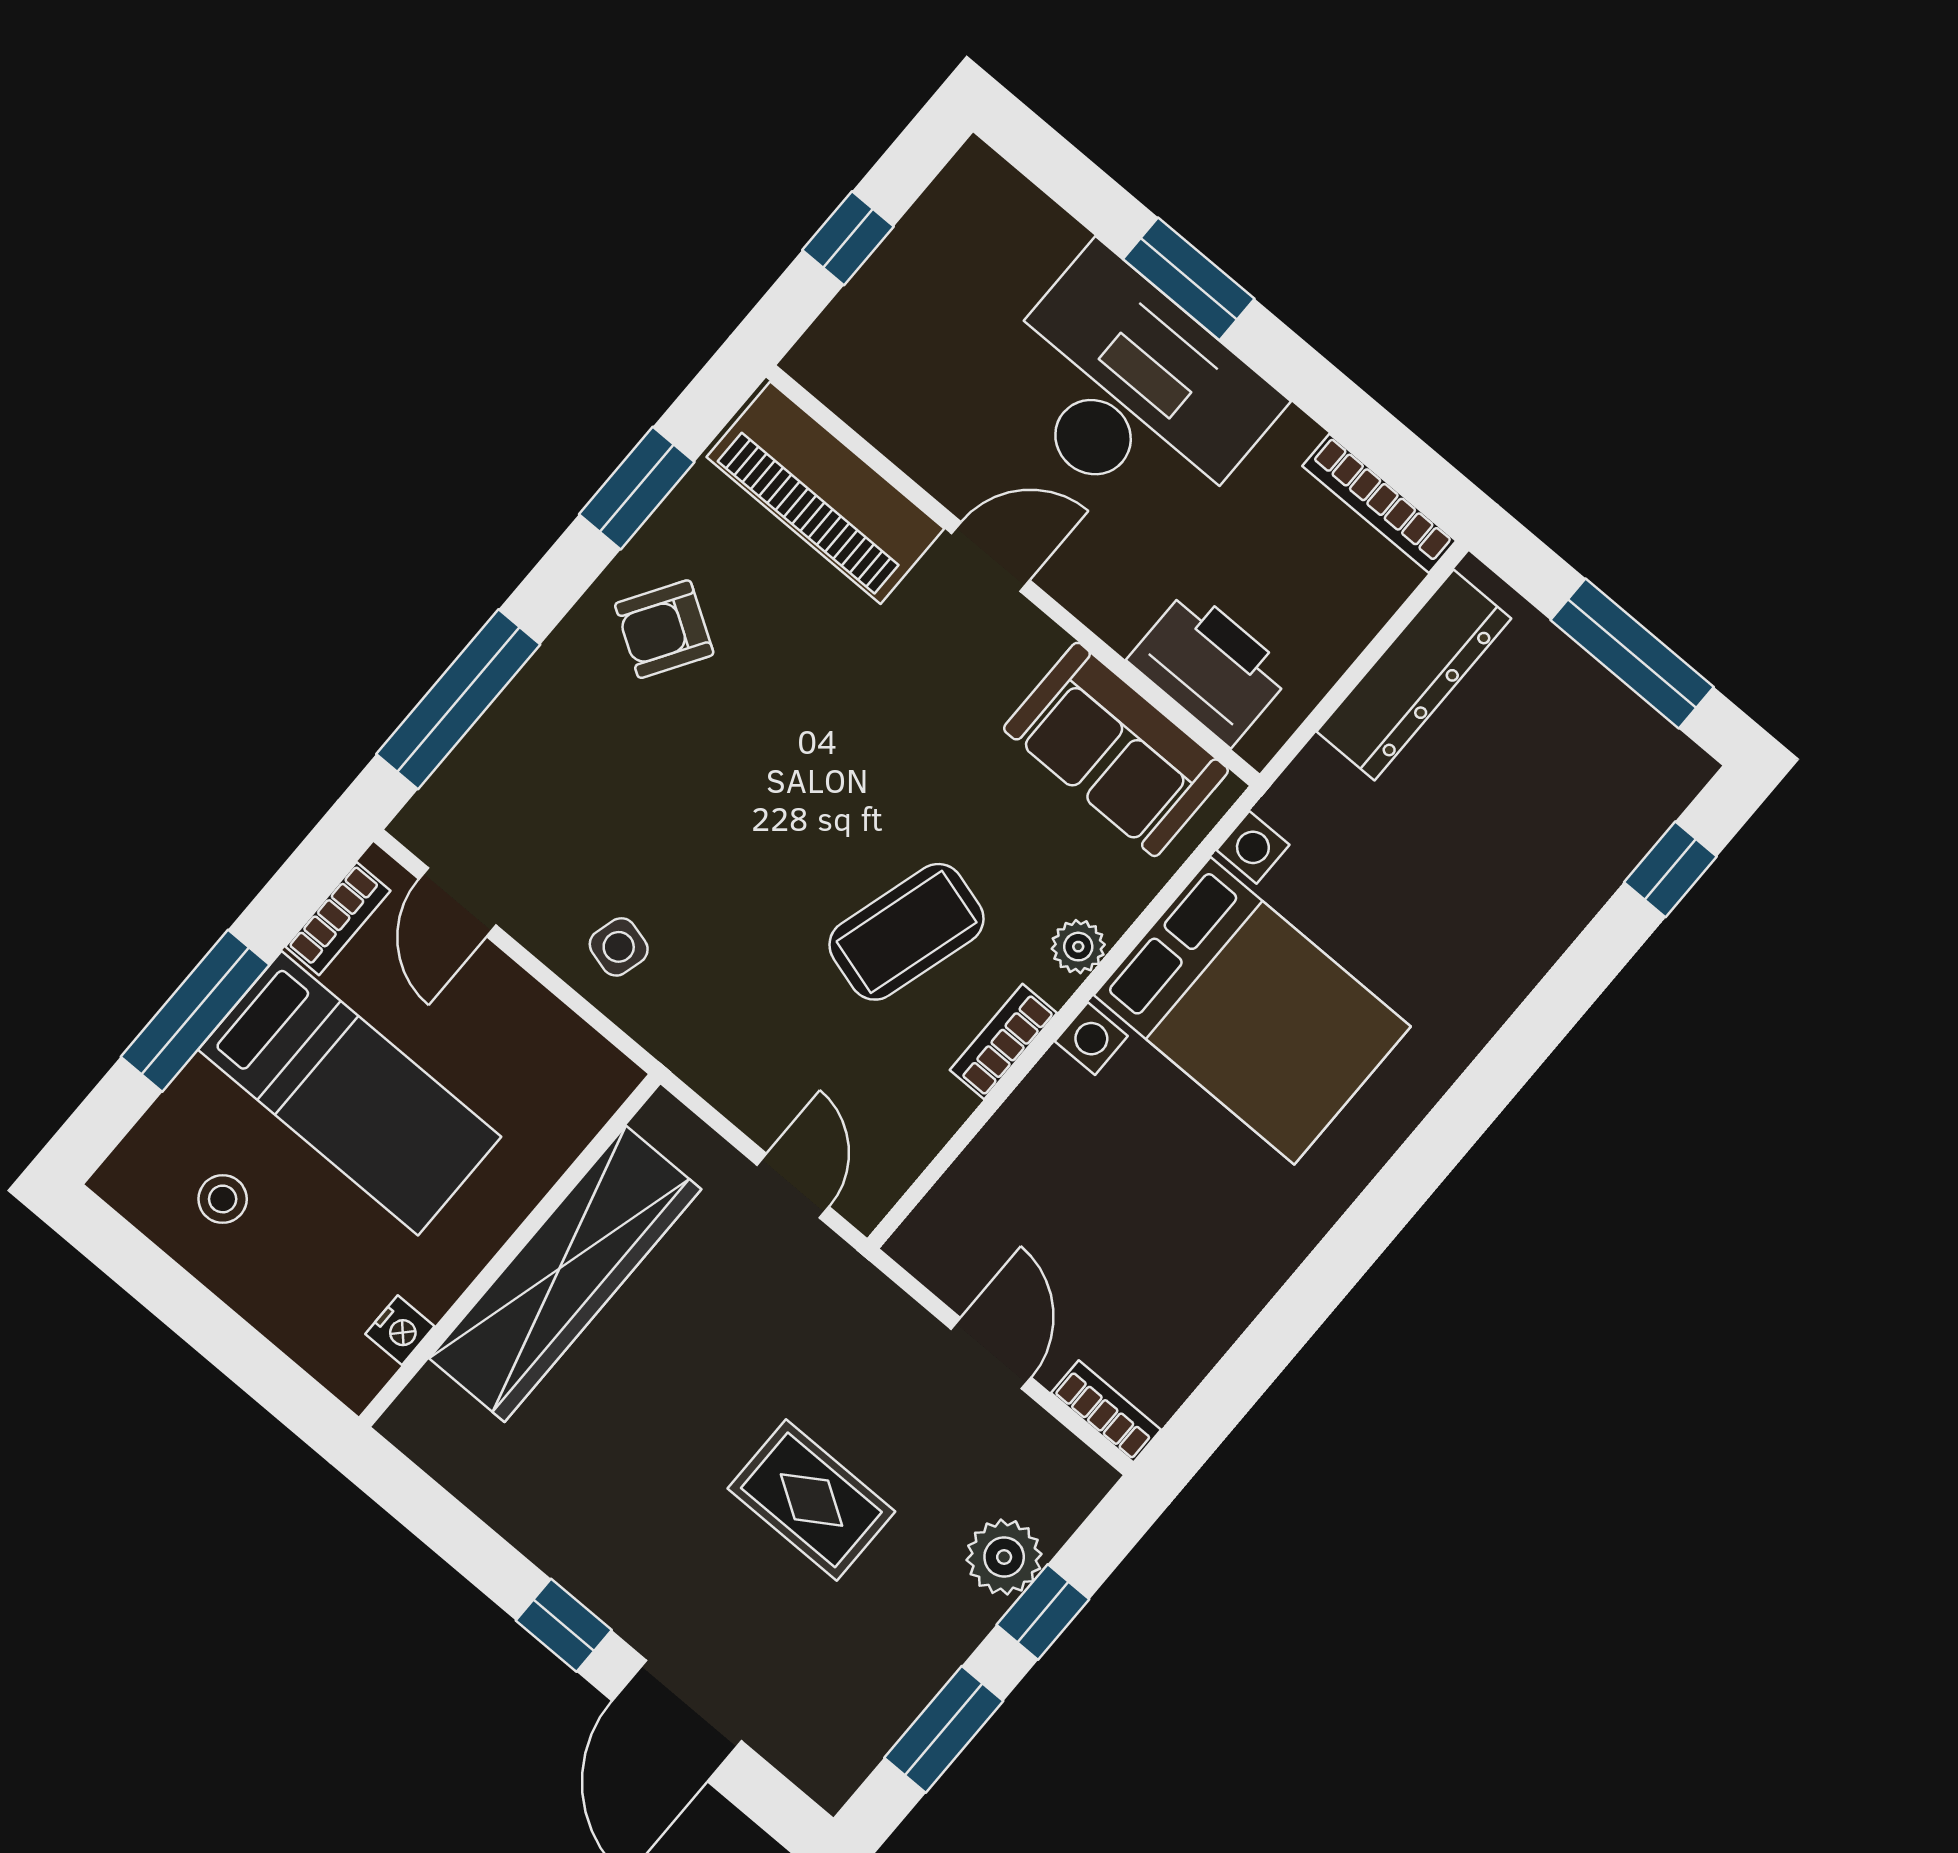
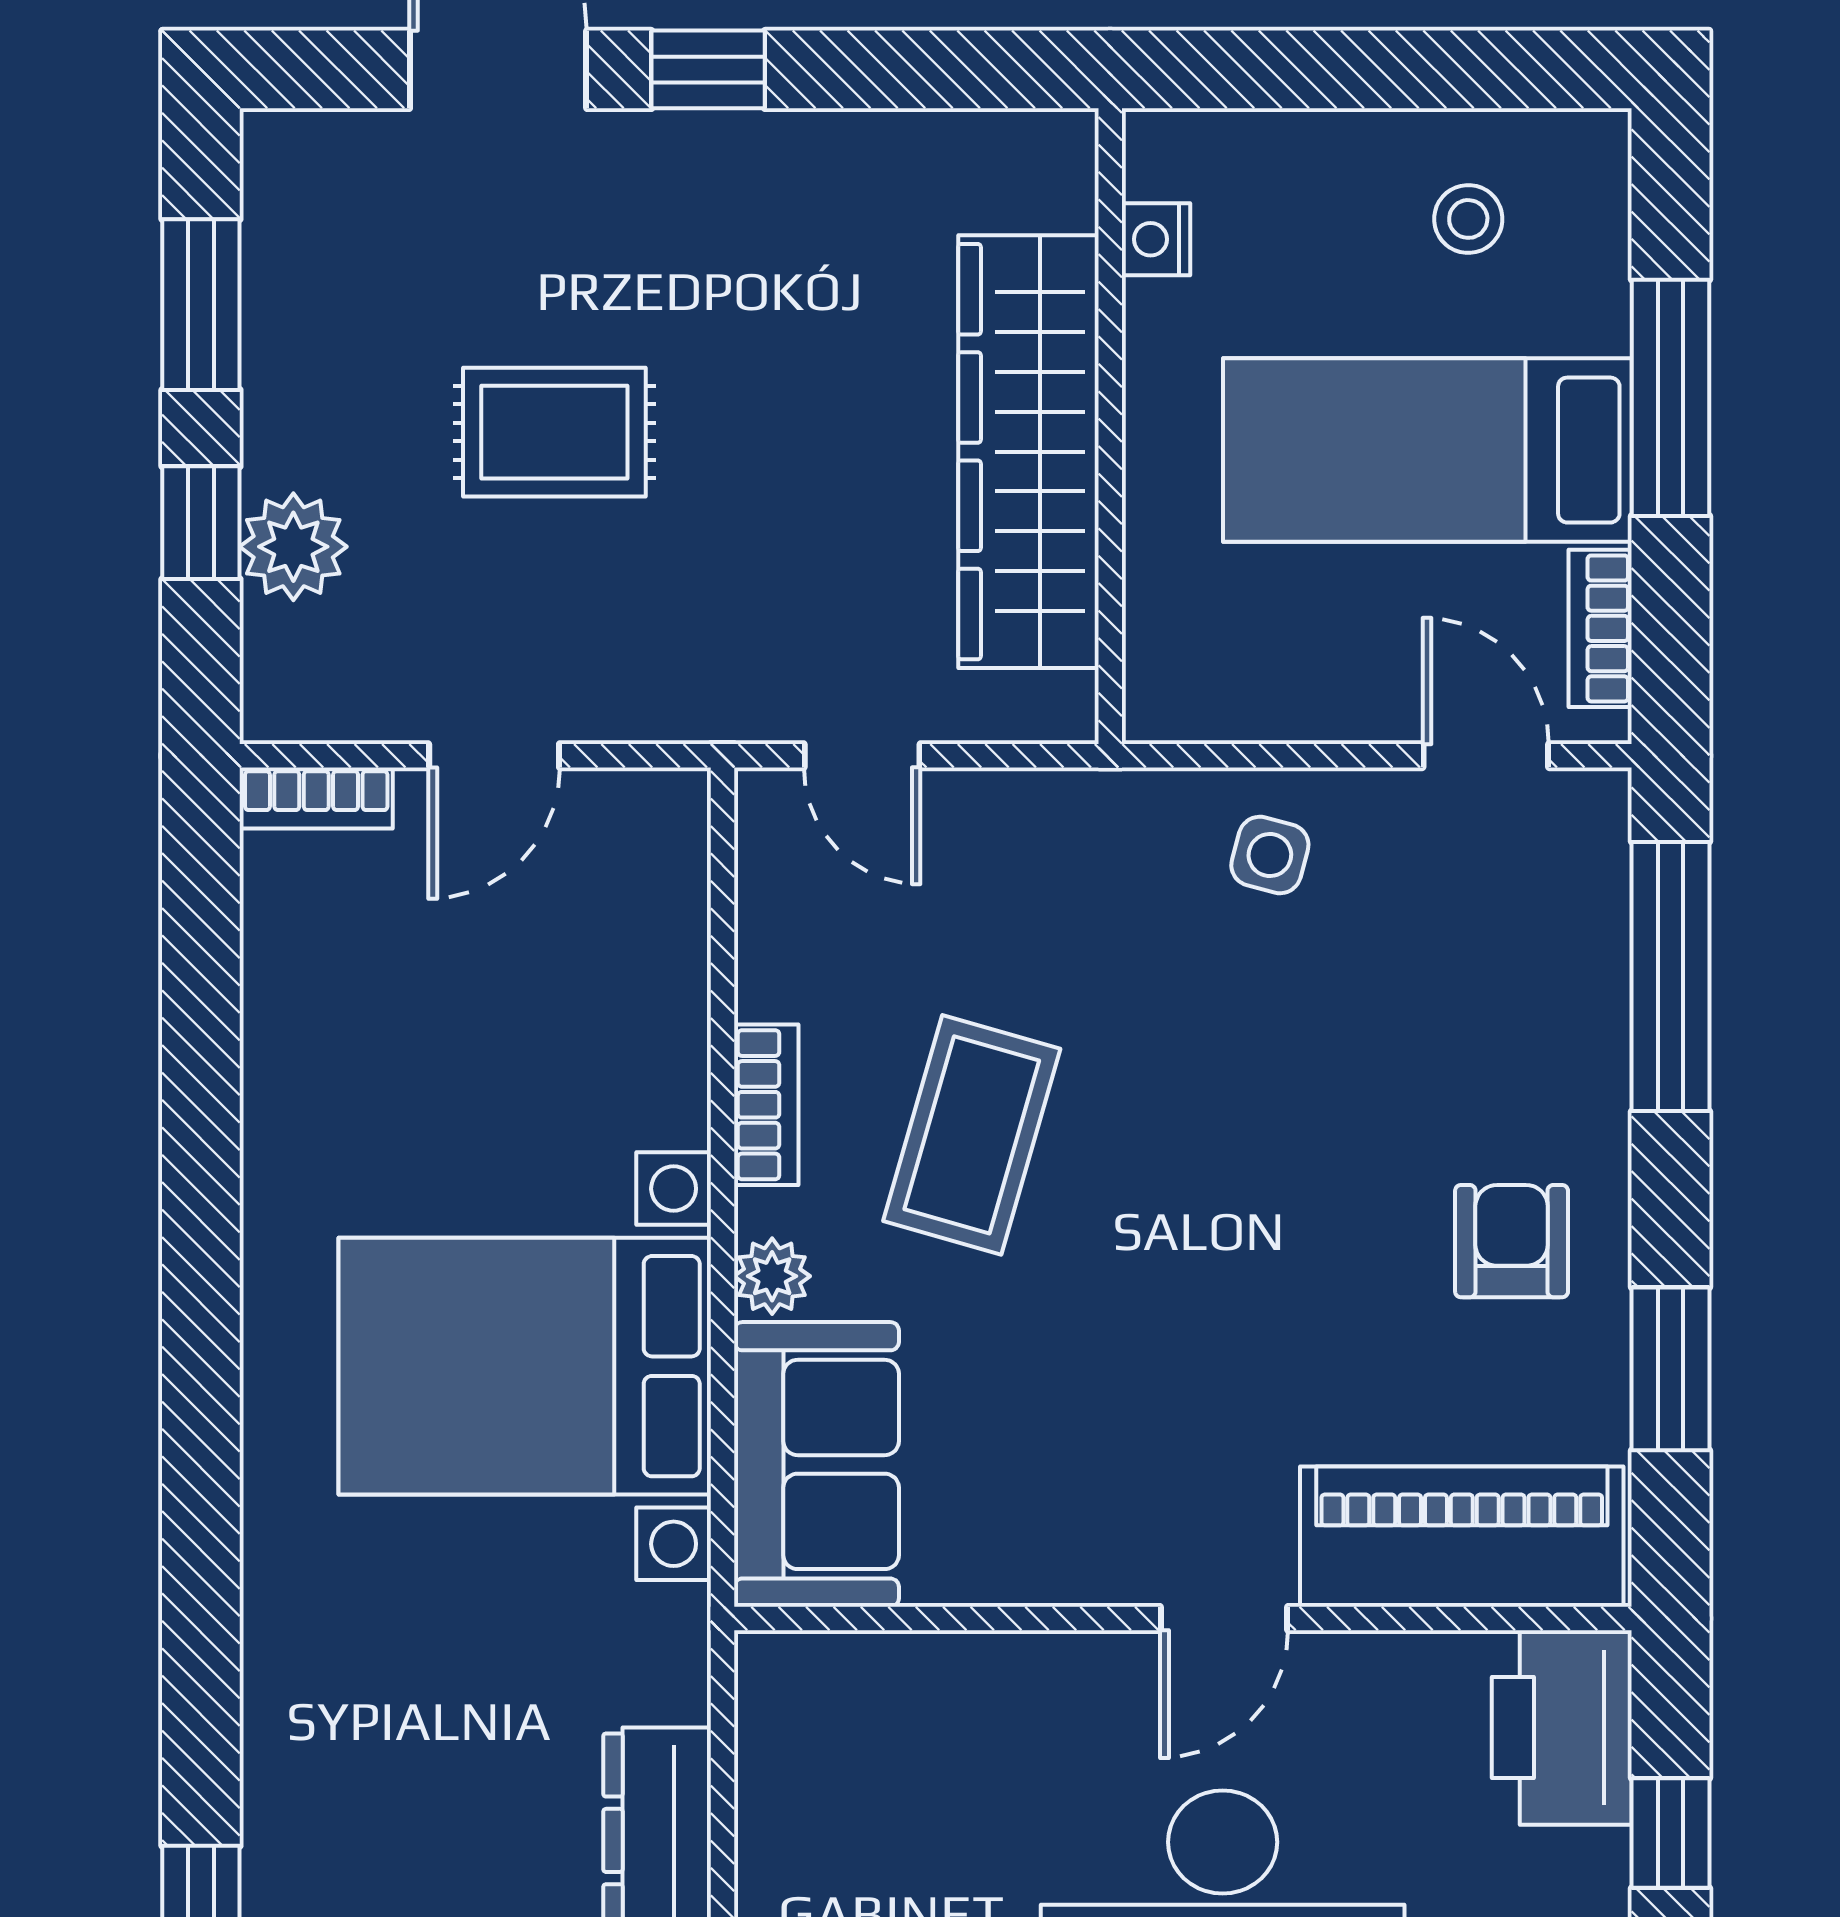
armchair: (664, 629) -> (1512, 1241), turned -32
printer: (1210, 667) -> (1562, 1727), moved, turned 90
sofa: (1116, 749) -> (816, 1464), moved, turned 90
door: (991, 1353) -> (494, 756), hinge flipped

